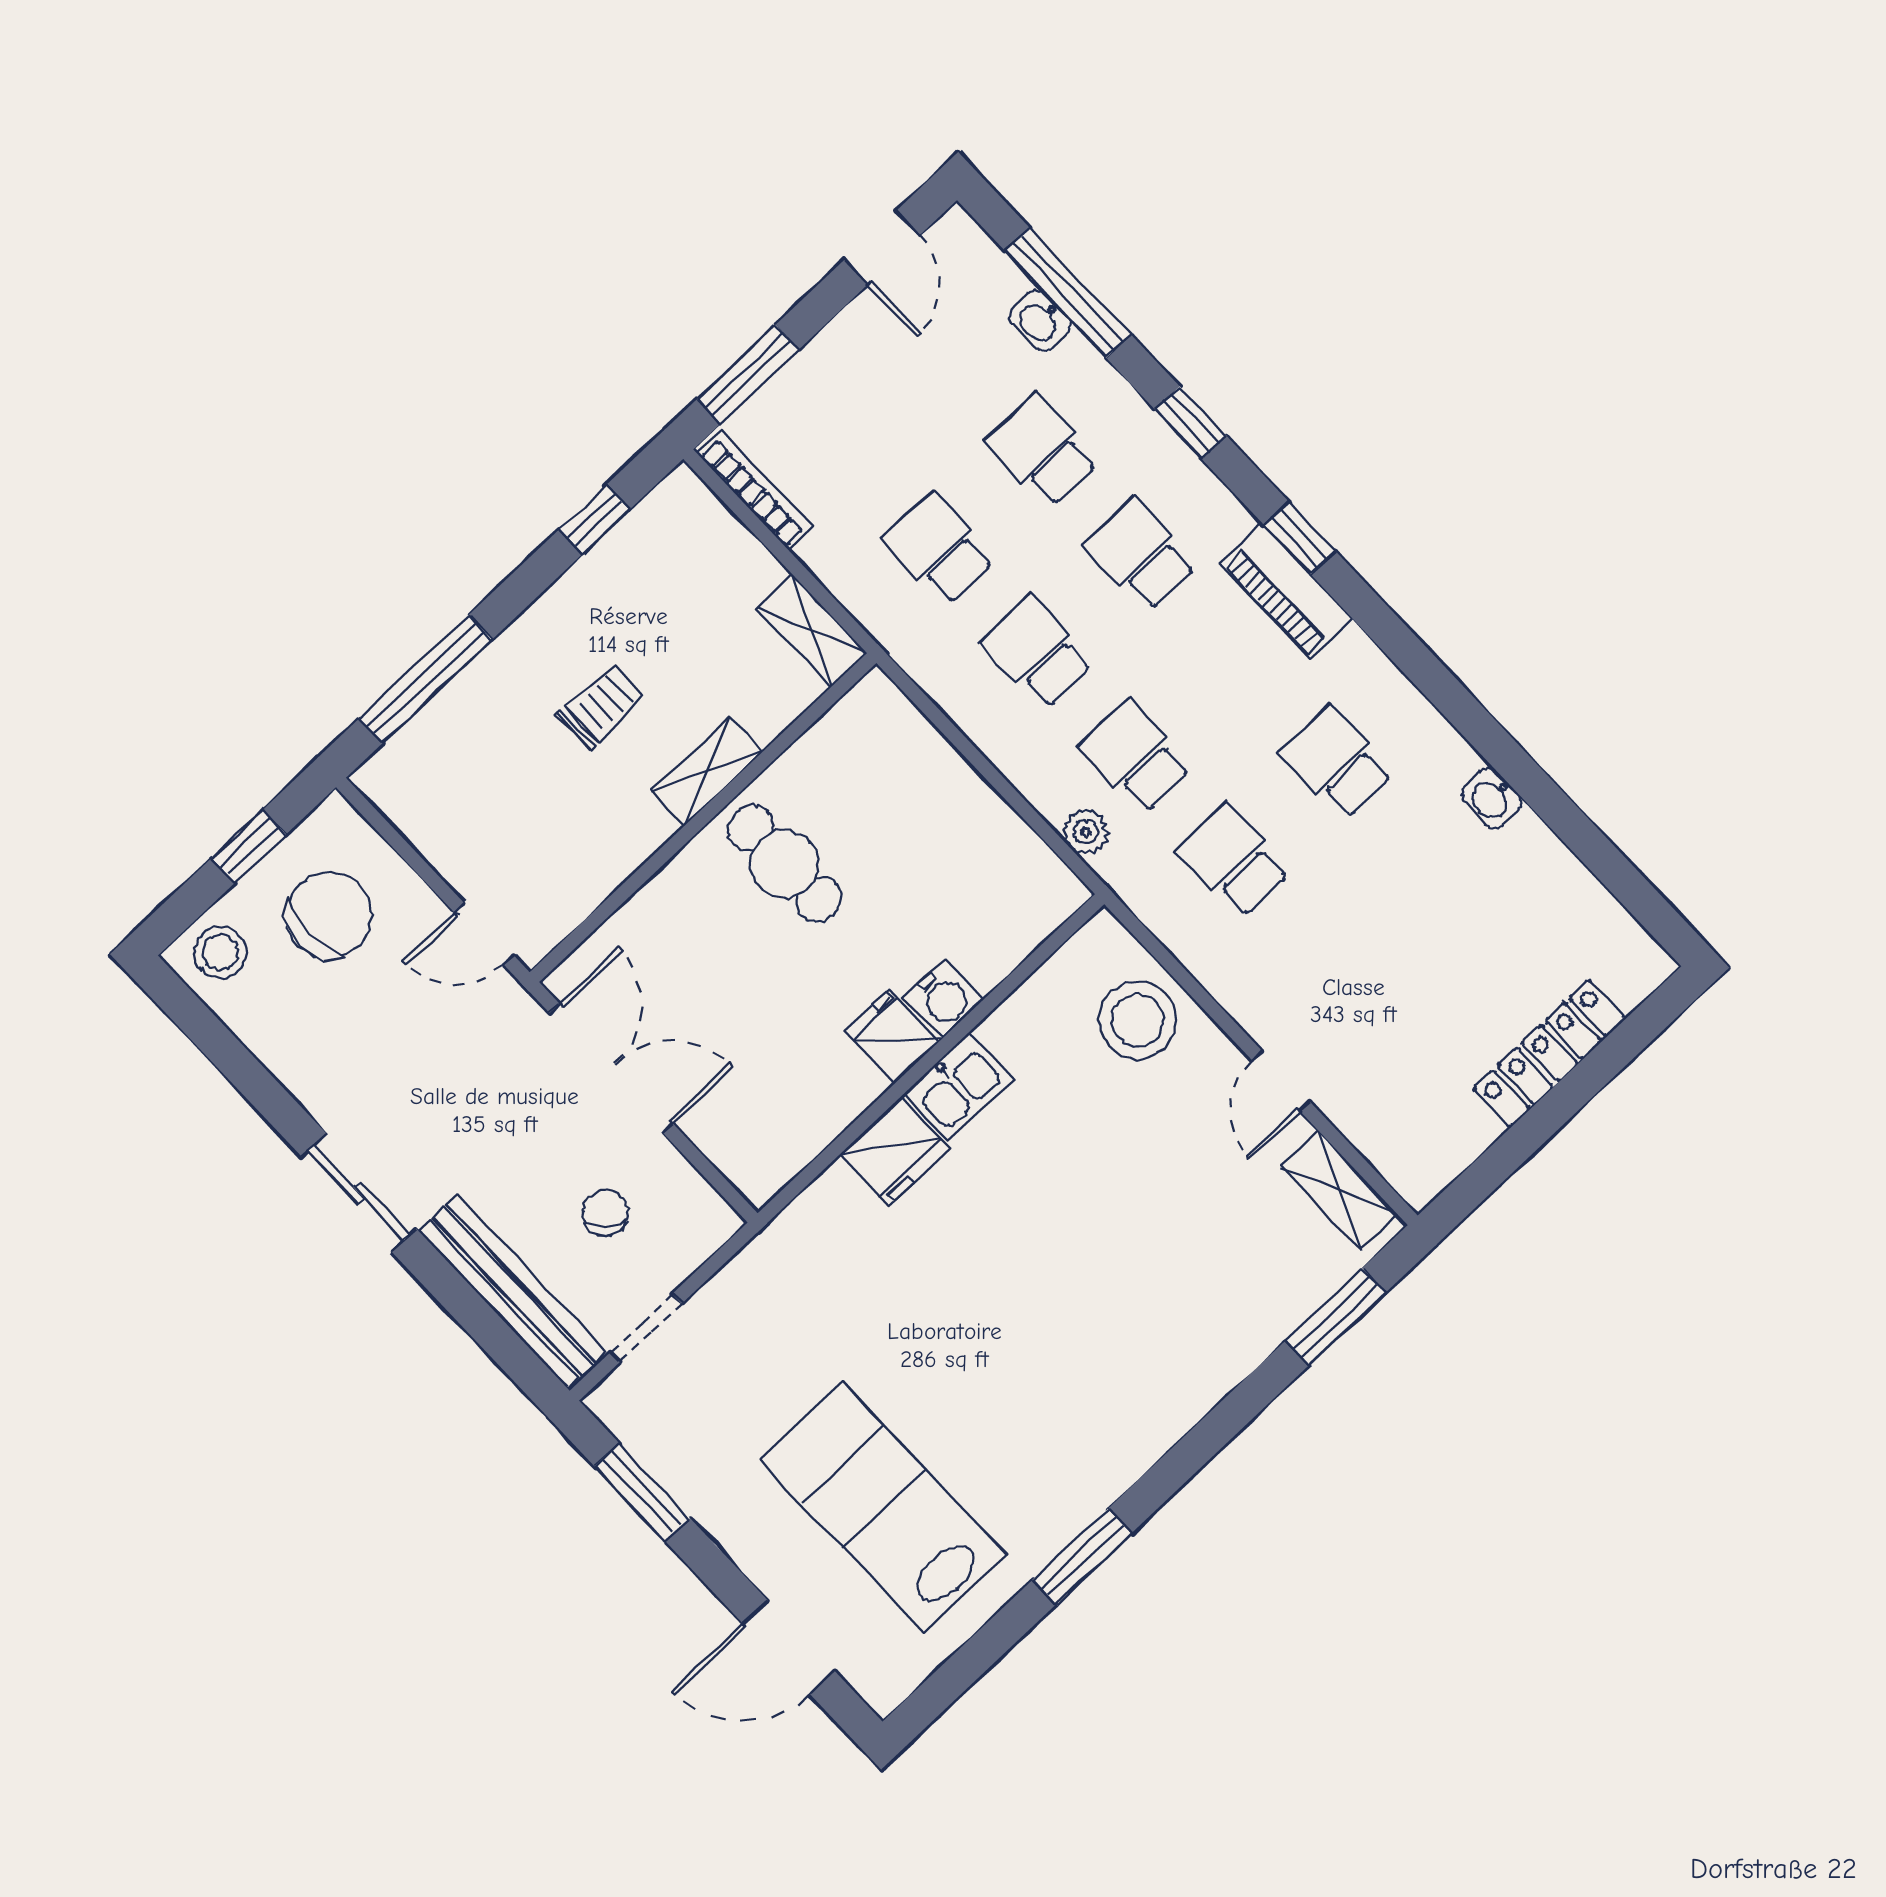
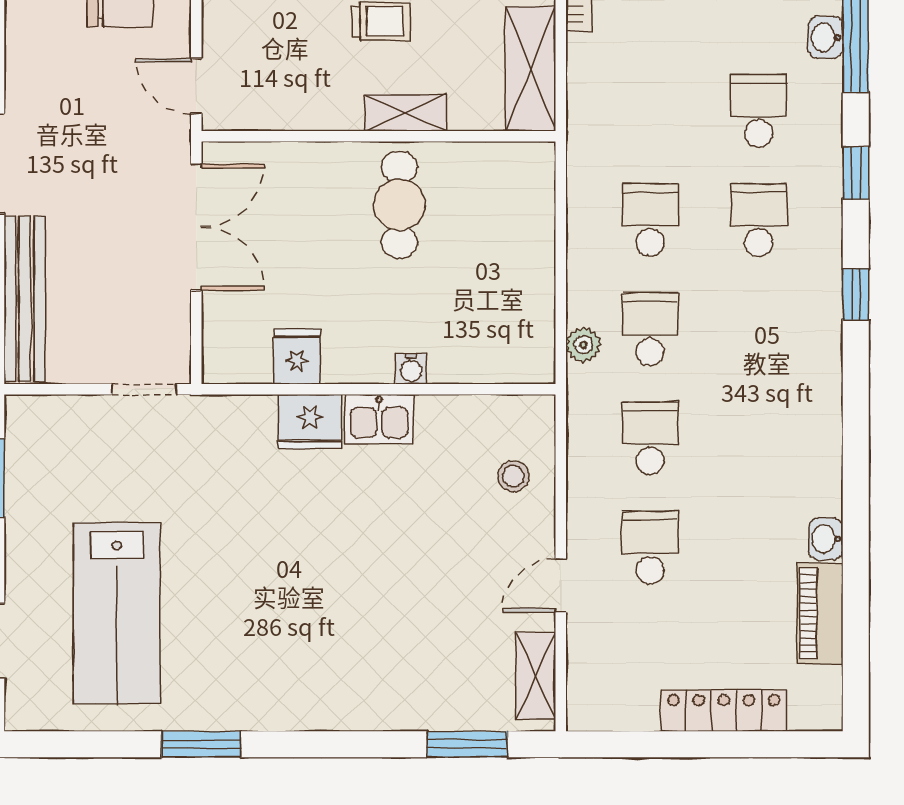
school desk: (939, 549) -> (650, 111), removed
piano: (1286, 591) -> (820, 614), moved
shelving: (812, 630) -> (531, 69), width x1.50, depth x1.33
school desk: (1337, 763) -> (650, 548), moved
water cooler: (944, 999) -> (411, 369), width x0.72, depth x0.72
stool: (1138, 1020) -> (513, 476), width x0.53, depth x0.53
fridge: (892, 1036) -> (297, 356), moved
chair: (605, 1213) -> (117, 304), removed
doorway: (646, 1328) -> (144, 389), moved
lab bench: (883, 1507) -> (117, 613), turned 180

